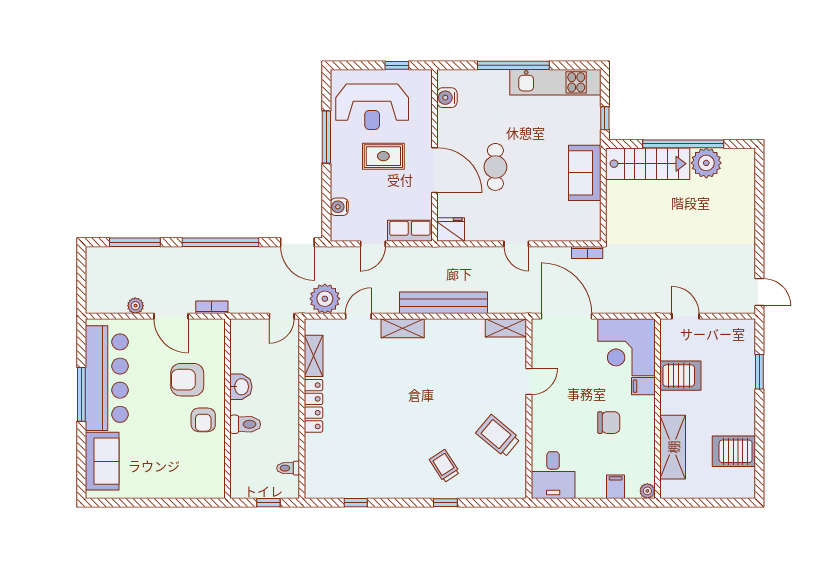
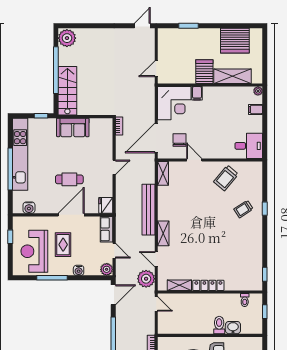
kitchen unit: (555, 82) -> (20, 154), width x1.36
reception desk: (372, 107) -> (34, 251), turned 180
plant: (706, 163) -> (67, 38), moved
water cooler: (339, 207) -> (79, 270), moved
plant: (341, 231) -> (107, 269), added
server rack: (680, 376) -> (204, 72), moved
washbasin: (241, 387) -> (233, 328), moved
chair: (609, 423) -> (179, 140), moved
server rack: (734, 451) -> (235, 41), width x1.60
window: (356, 503) -> (265, 274), moved

